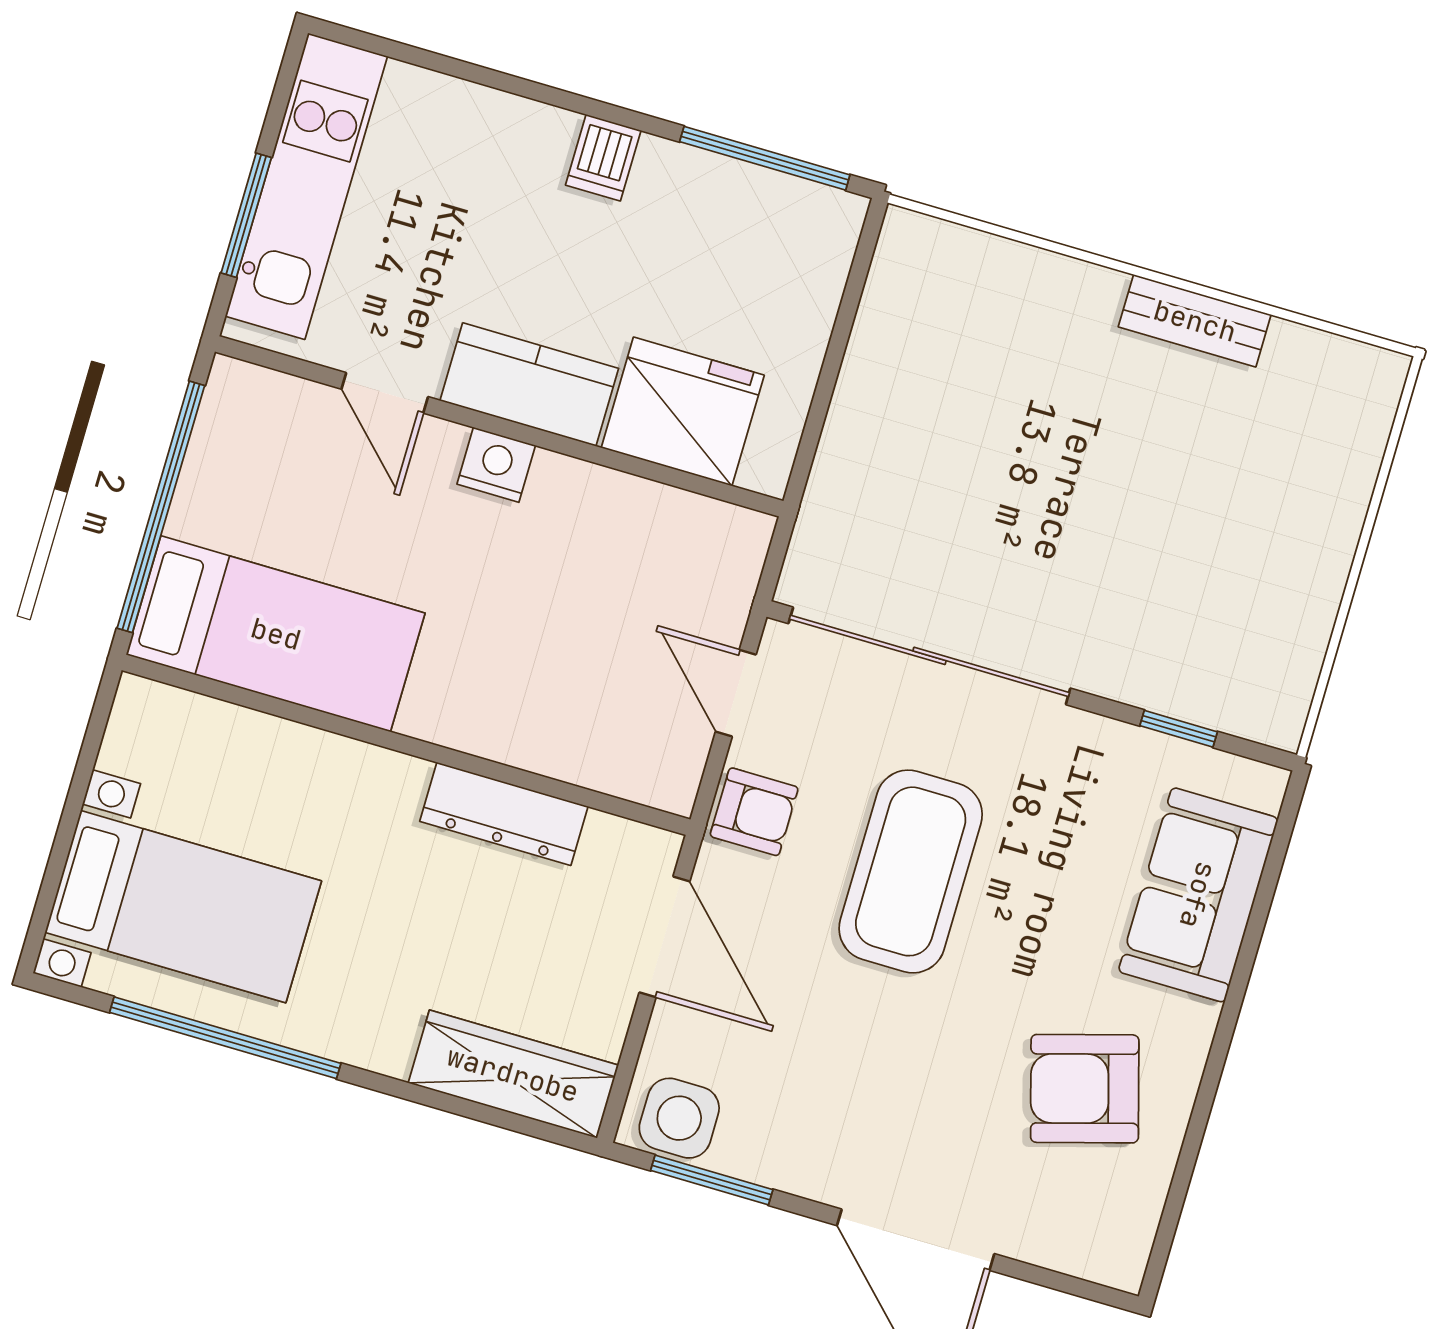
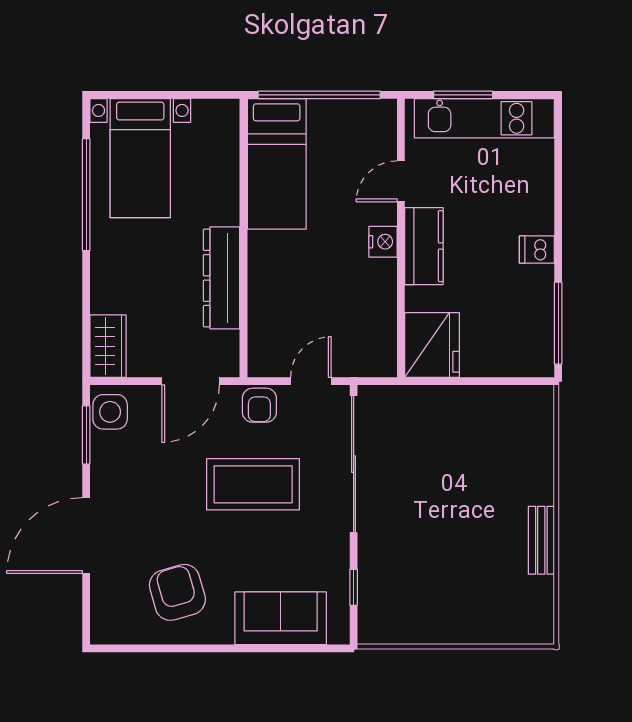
fridge: (683, 411) -> (432, 345), moved
dresser: (504, 814) -> (222, 278), width x1.37, depth x1.24
wardrobe: (513, 1074) -> (108, 346), width x0.67

